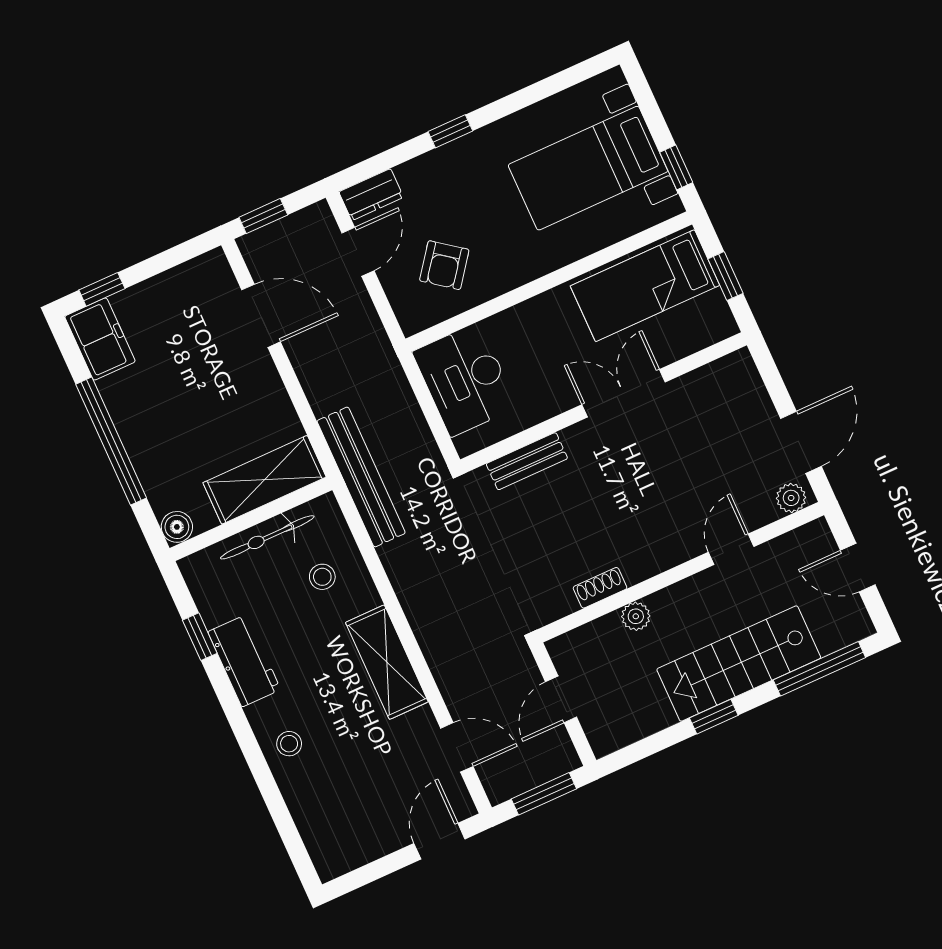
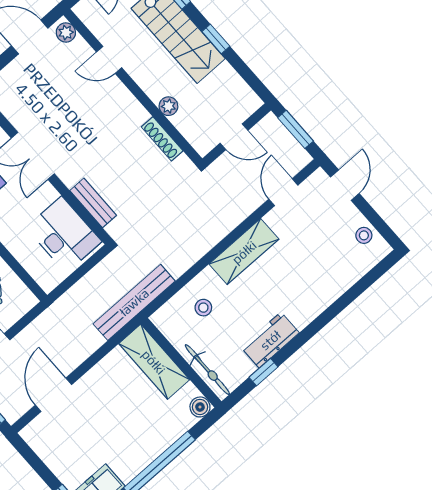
desk: (465, 380) -> (64, 235), moved, turned -90
bicycle: (267, 537) -> (207, 370), moved
shoe rack: (600, 588) -> (162, 139), width x1.43
stool: (289, 744) -> (364, 235), moved
door: (439, 841) -> (345, 185), swing flipped

